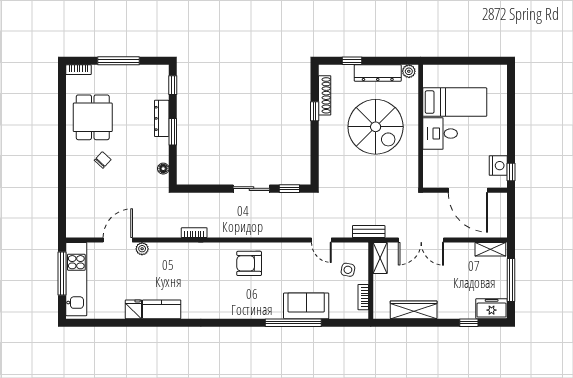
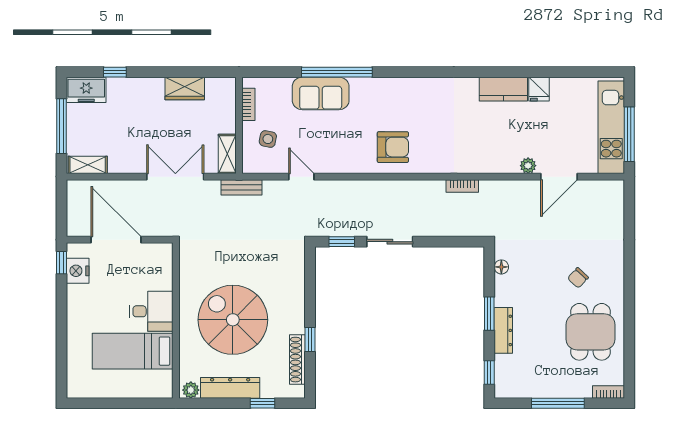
wardrobe: (414, 310) -> (185, 88), width x0.67

